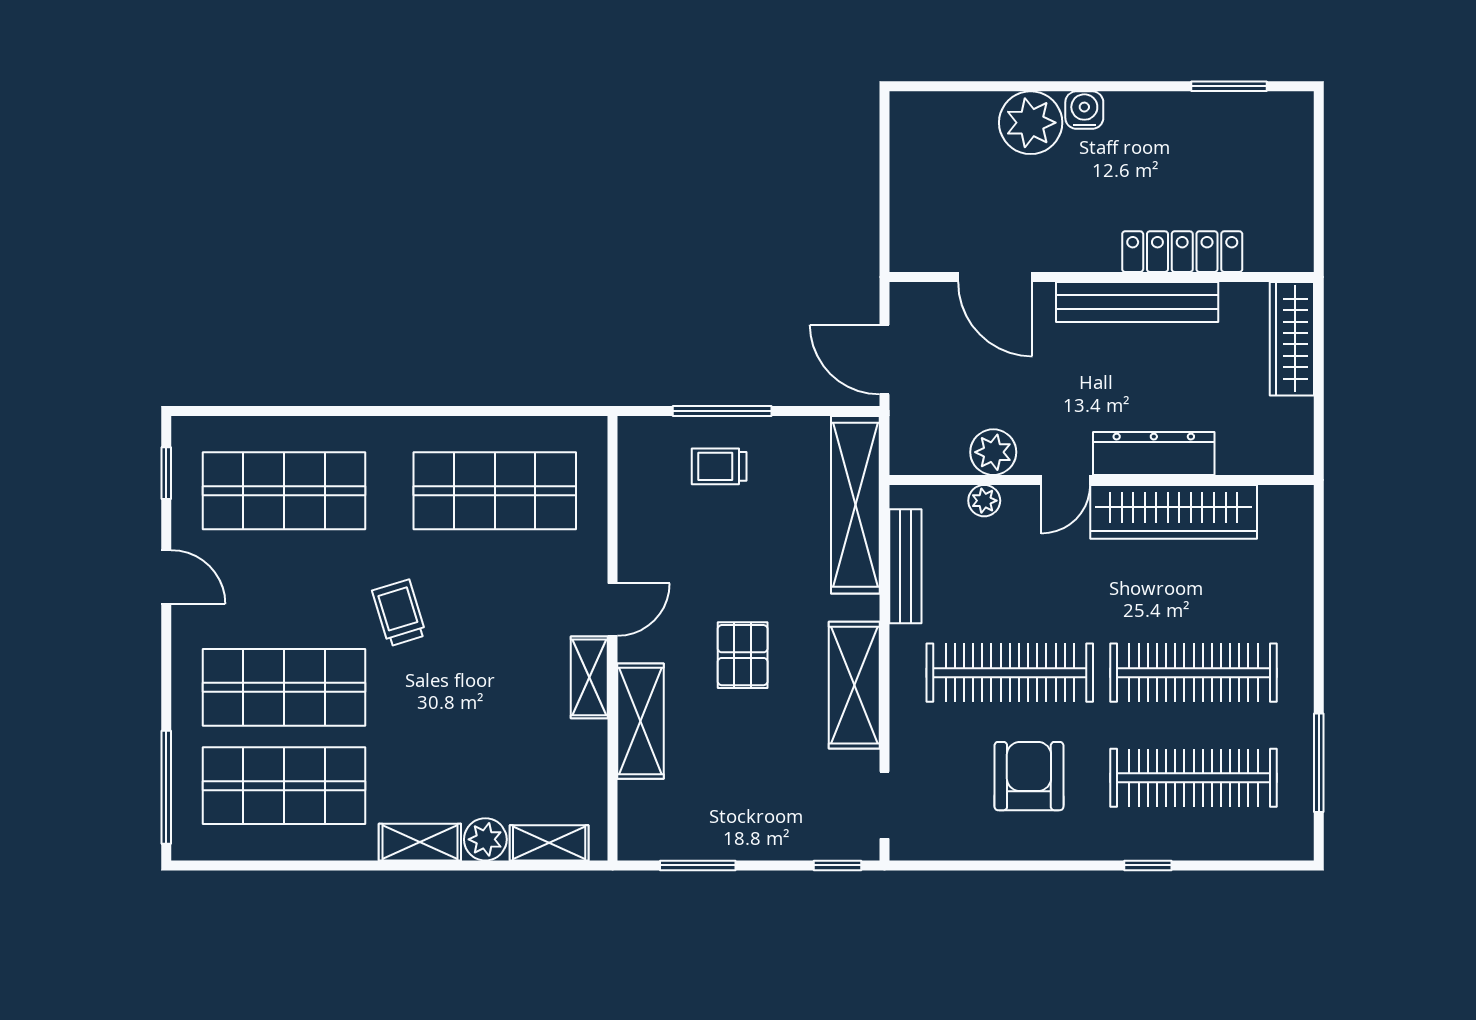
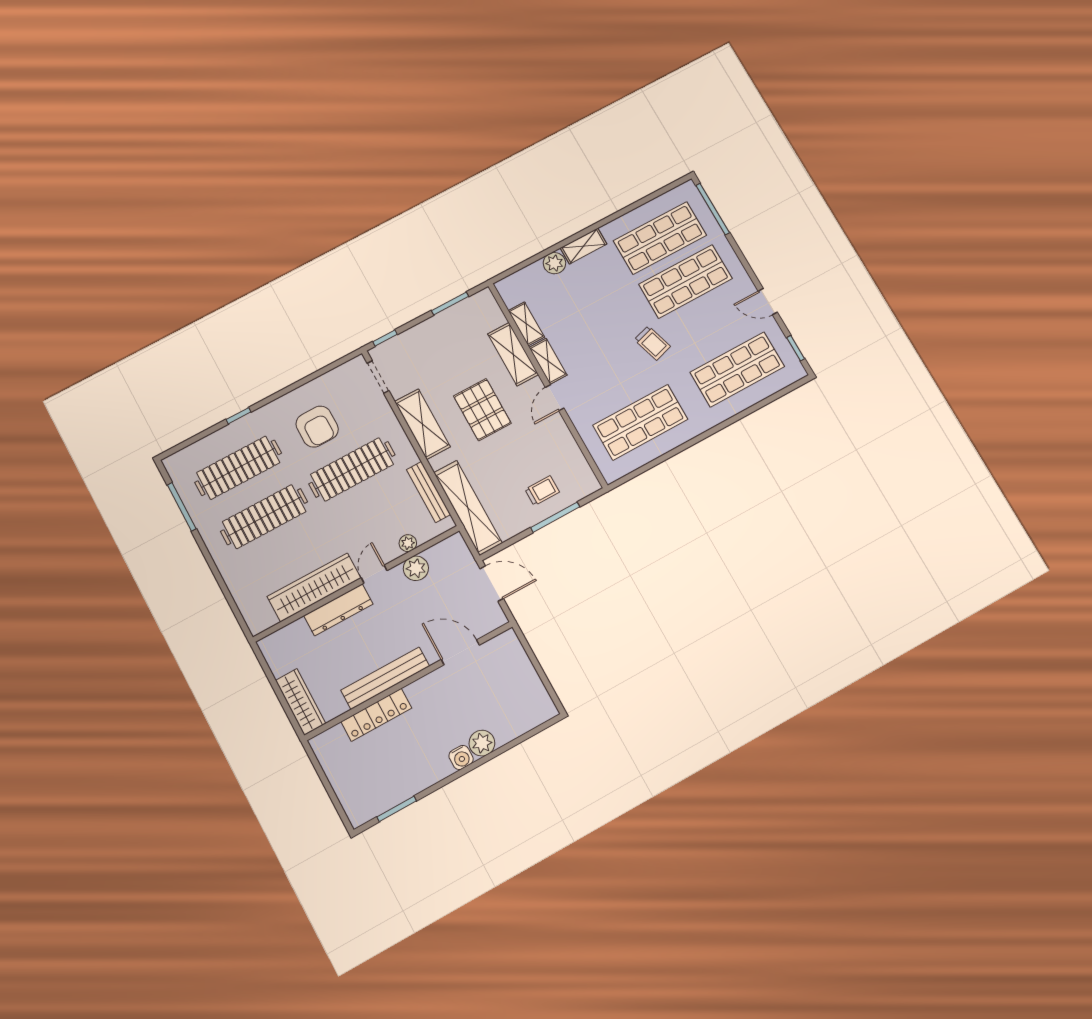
plant: (1031, 123) -> (482, 743), width x0.73, depth x0.73
pallet: (743, 655) -> (482, 410), width x1.50, depth x1.42
shelving: (549, 843) -> (526, 324), moved, turned 90

